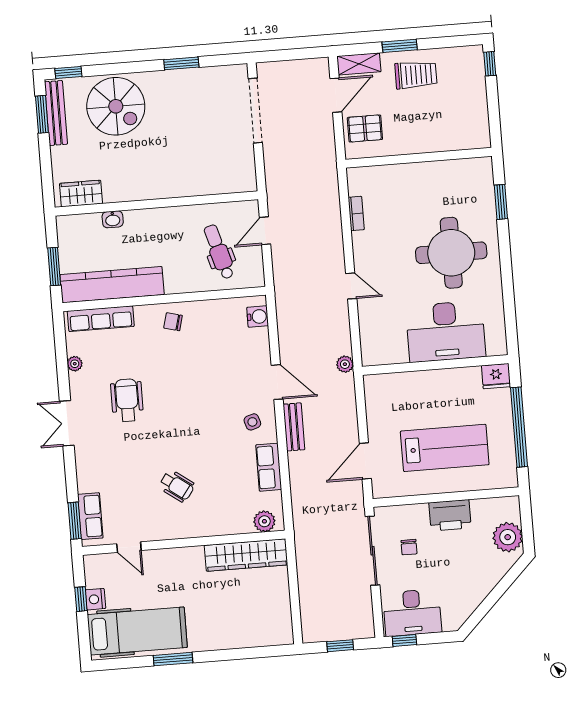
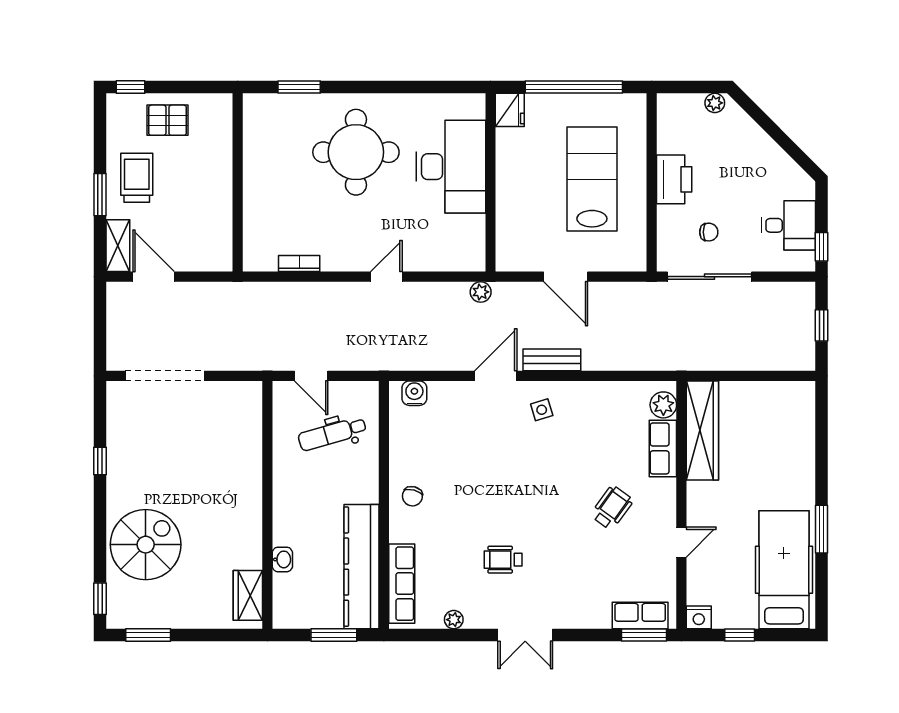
window: (181, 63) -> (100, 461), width x0.67
bench: (56, 113) -> (148, 618), removed
pallet: (365, 128) -> (167, 120), moved, turned 90
wheelchair: (127, 400) -> (503, 560), width x0.73, depth x0.73
door: (365, 461) -> (566, 277), moved
row of seats: (269, 467) -> (663, 448), moved, turned 90
plant: (508, 537) -> (715, 103), width x0.53, depth x0.53
door: (129, 547) -> (681, 542), moved
nightstand: (95, 599) -> (699, 617), moved
desk: (412, 613) -> (789, 225), width x0.73

